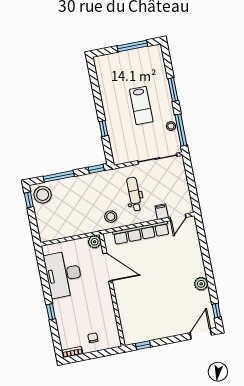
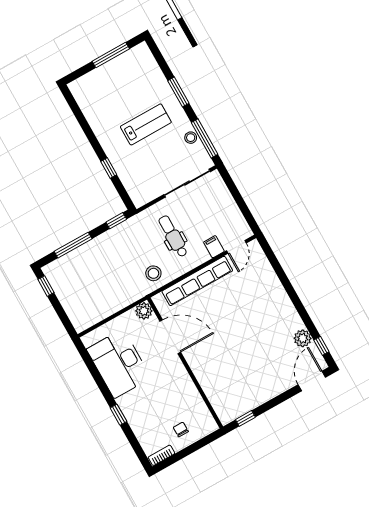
lab bench: (141, 106) -> (146, 124), turned -90
stool: (43, 195) -> (61, 274), removed
plant: (201, 284) -> (303, 338), moved

